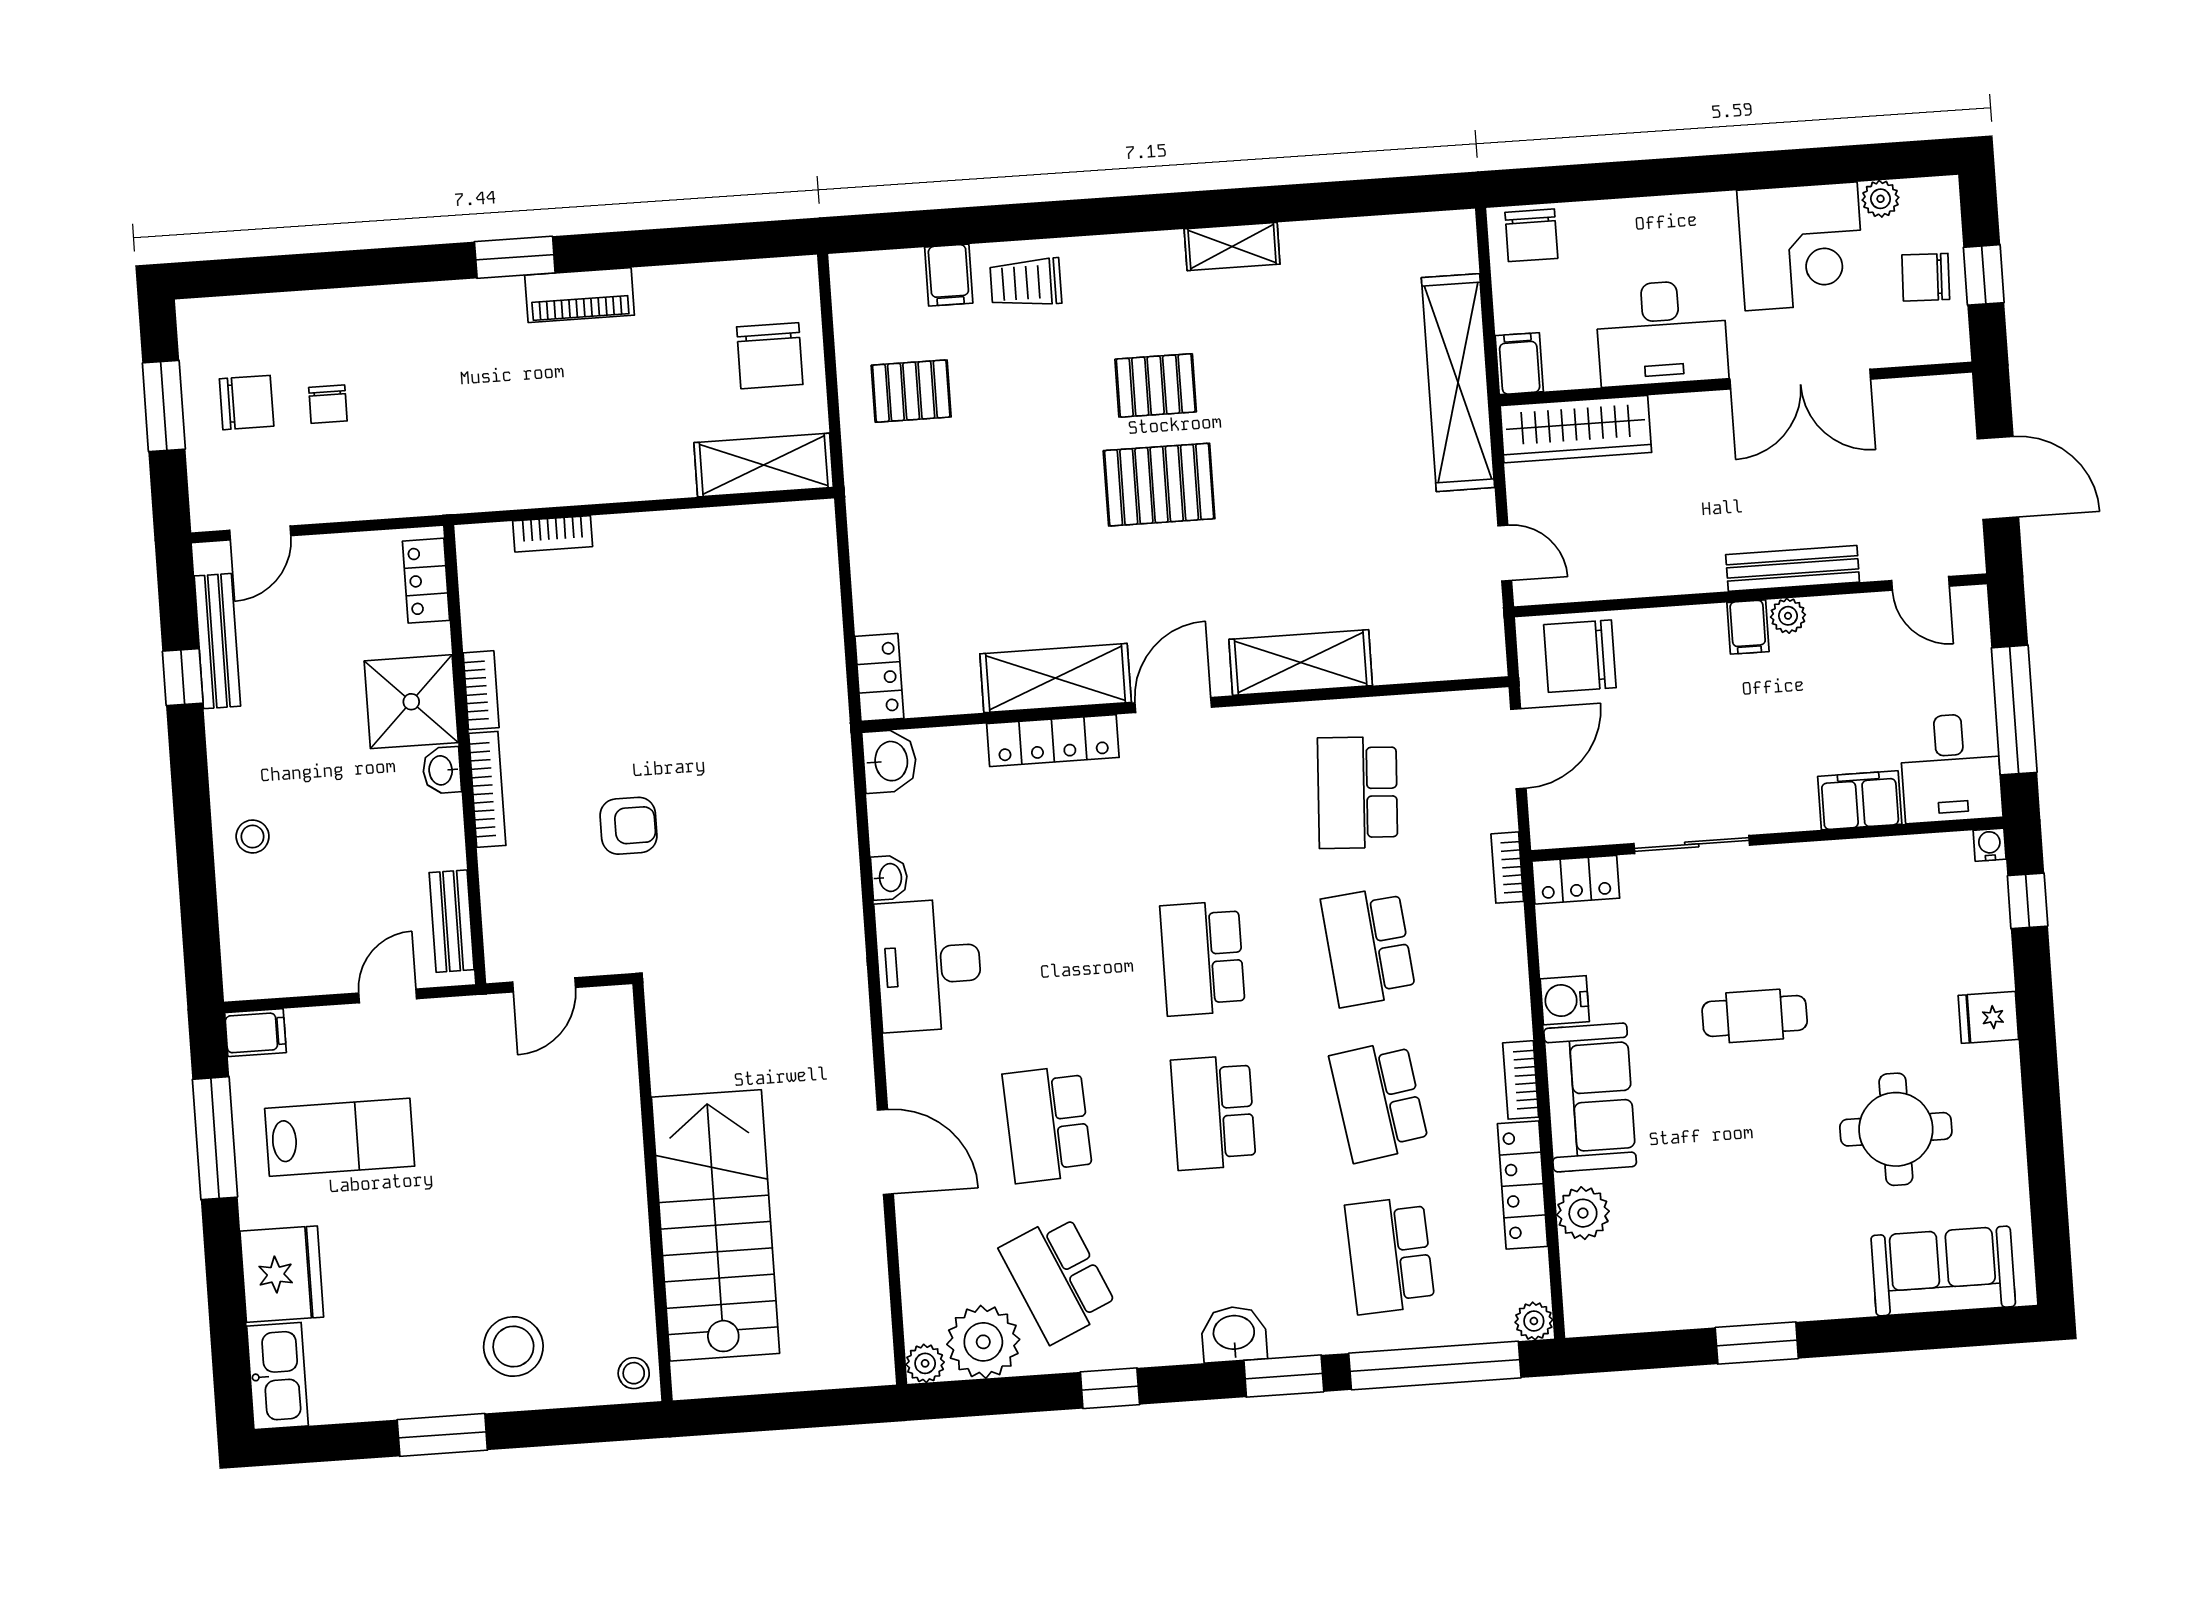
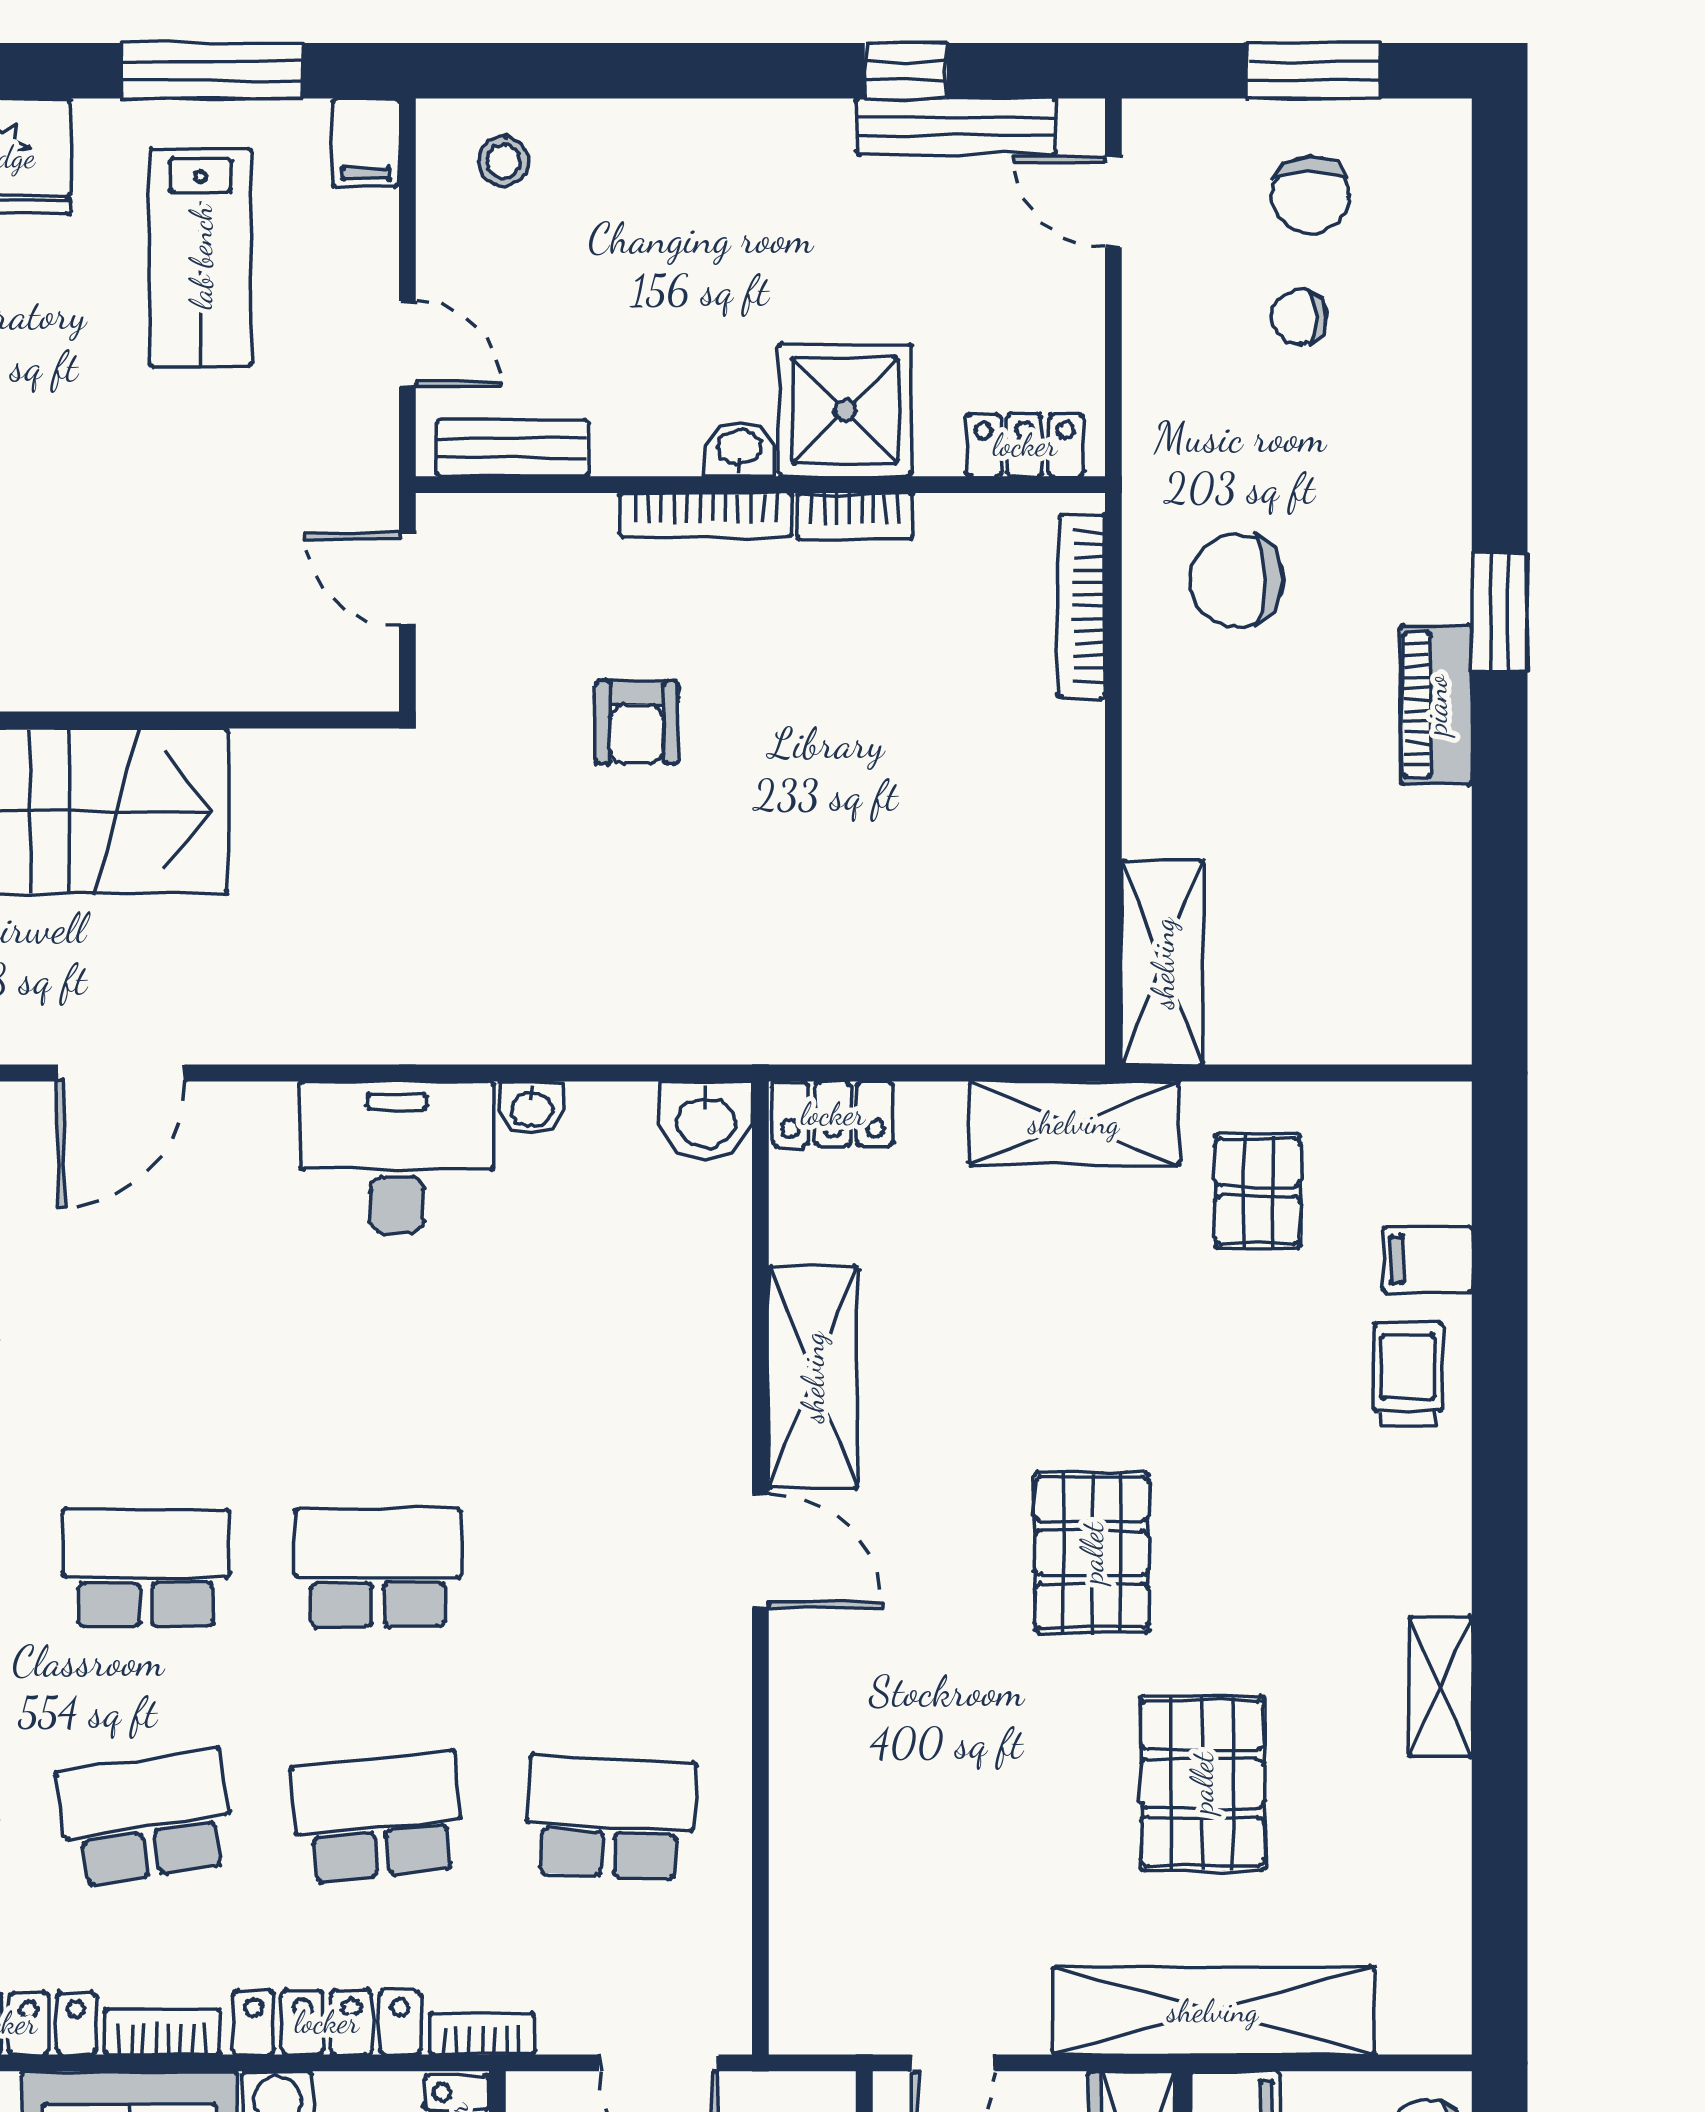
chair: (770, 356) -> (1236, 580), moved
pallet: (1156, 385) -> (1202, 1783), moved, width x1.50, depth x1.42
bookcase: (553, 534) -> (1082, 607), width x1.56
shelving: (1301, 662) -> (1074, 1123), moved, turned 90
locker: (1053, 741) -> (327, 2022), moved, turned 90
stool: (253, 837) -> (503, 161), moved
school desk: (1047, 1124) -> (146, 1319), removed

